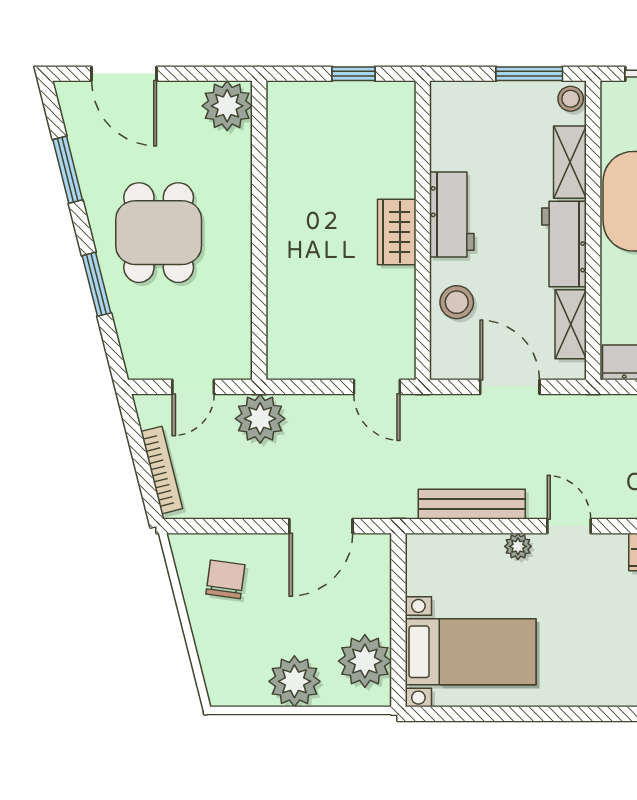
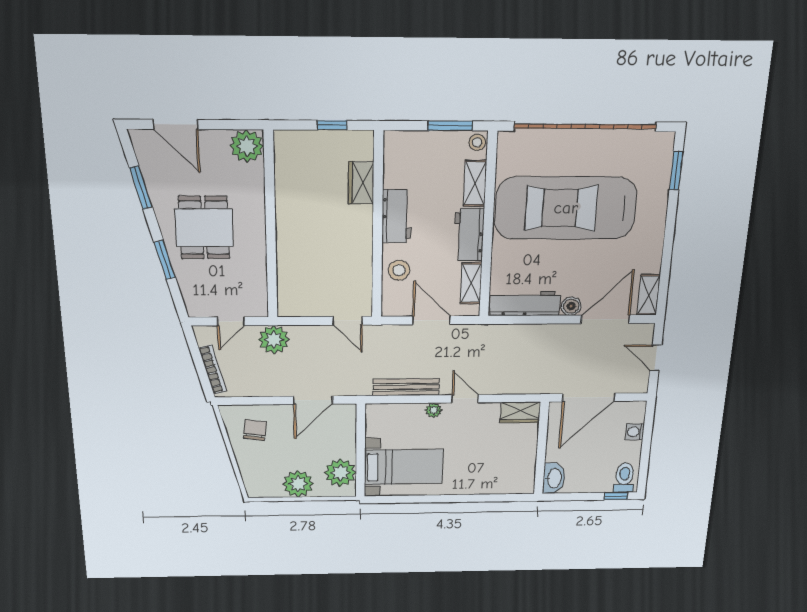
wardrobe: (397, 232) -> (361, 183), moved

